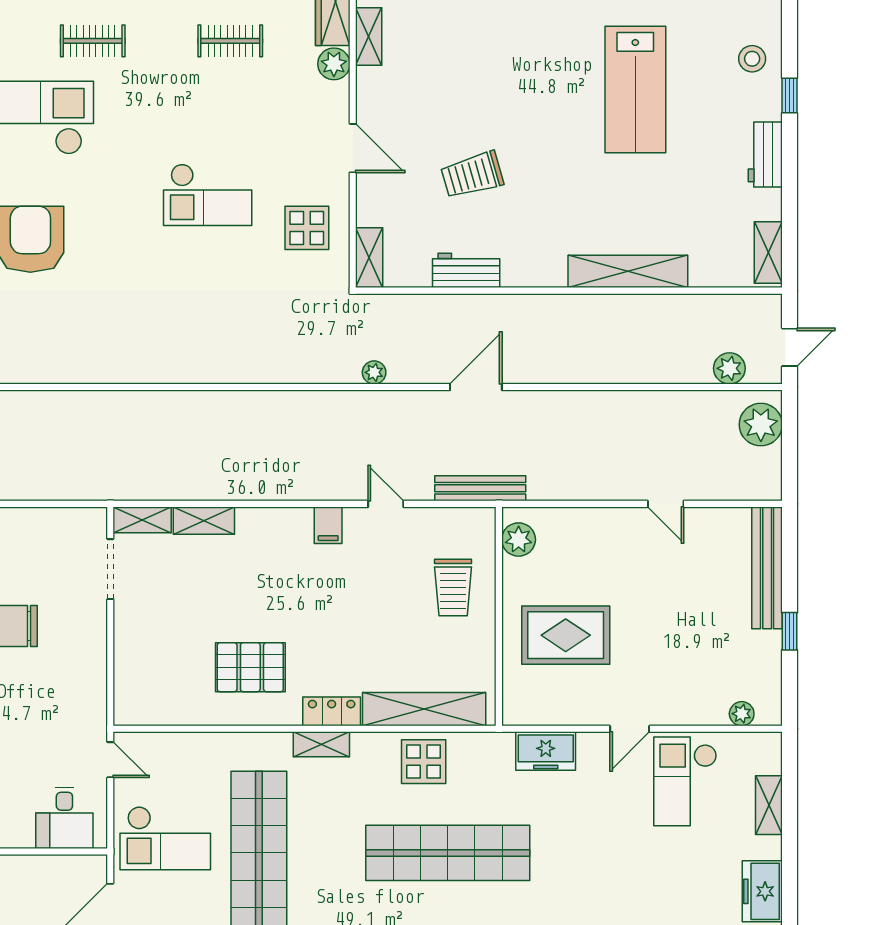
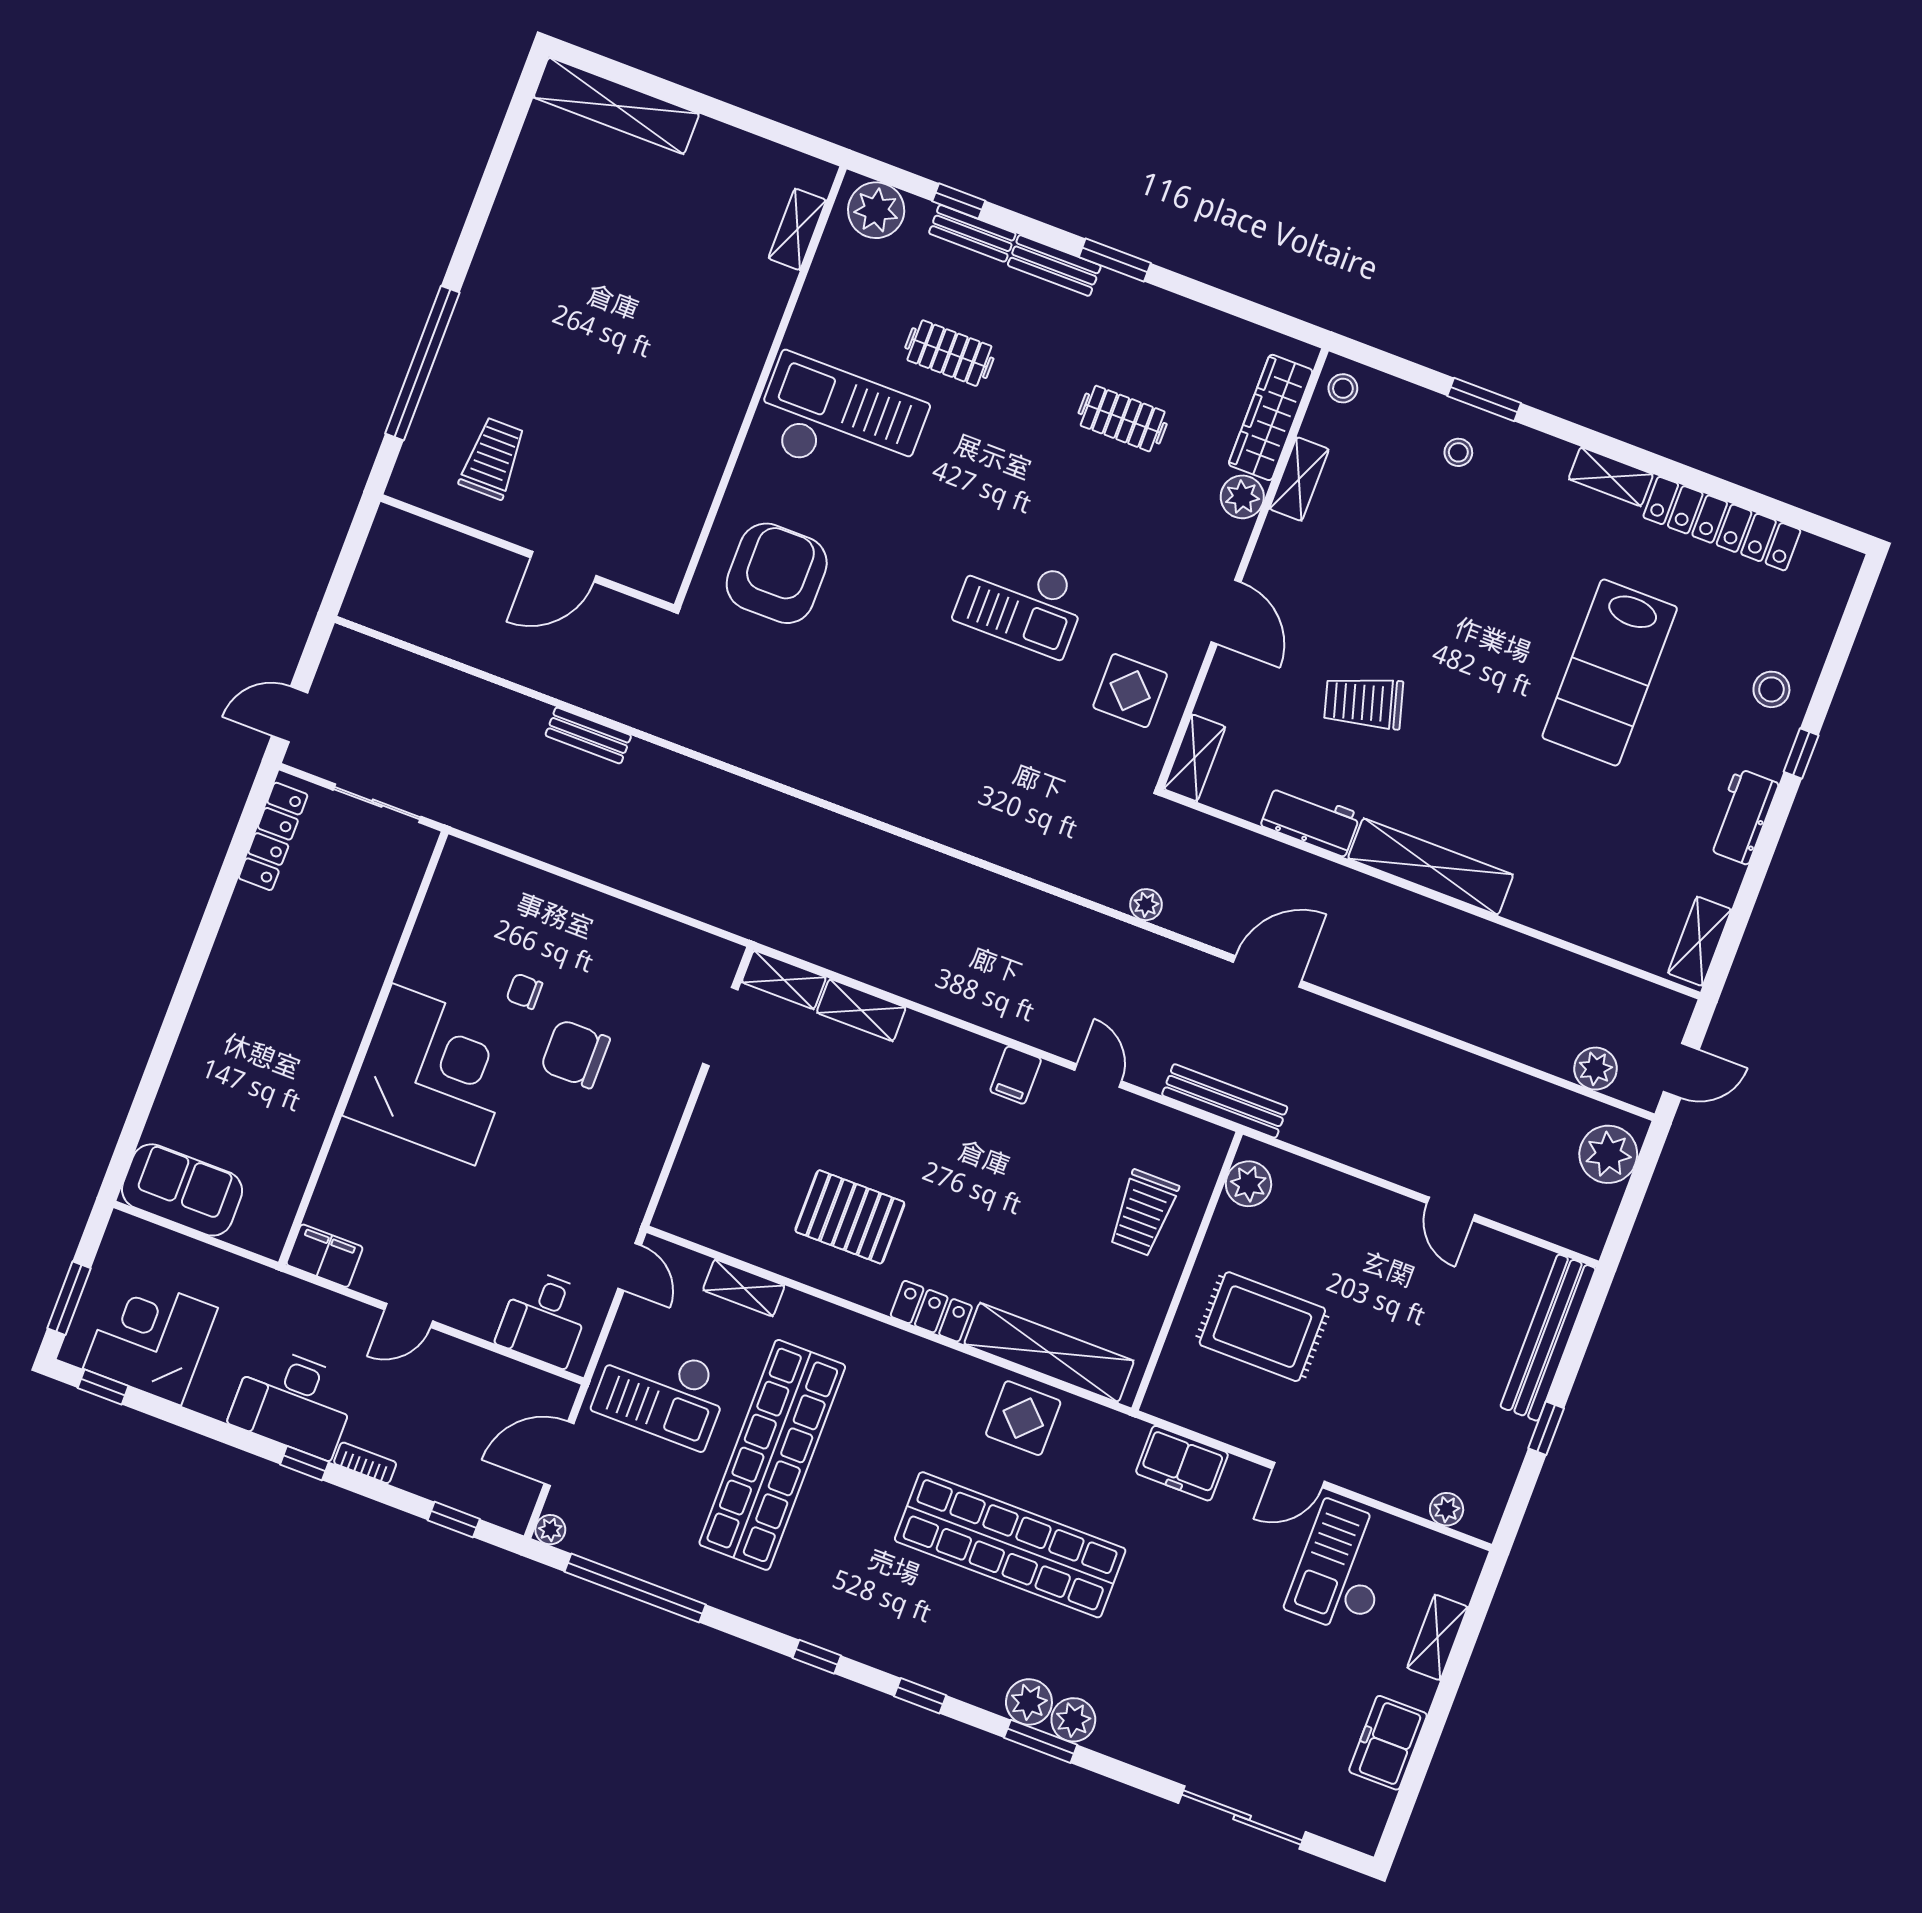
shelving: (628, 271) -> (1431, 867), moved
shelving: (321, 744) -> (744, 1288), moved

